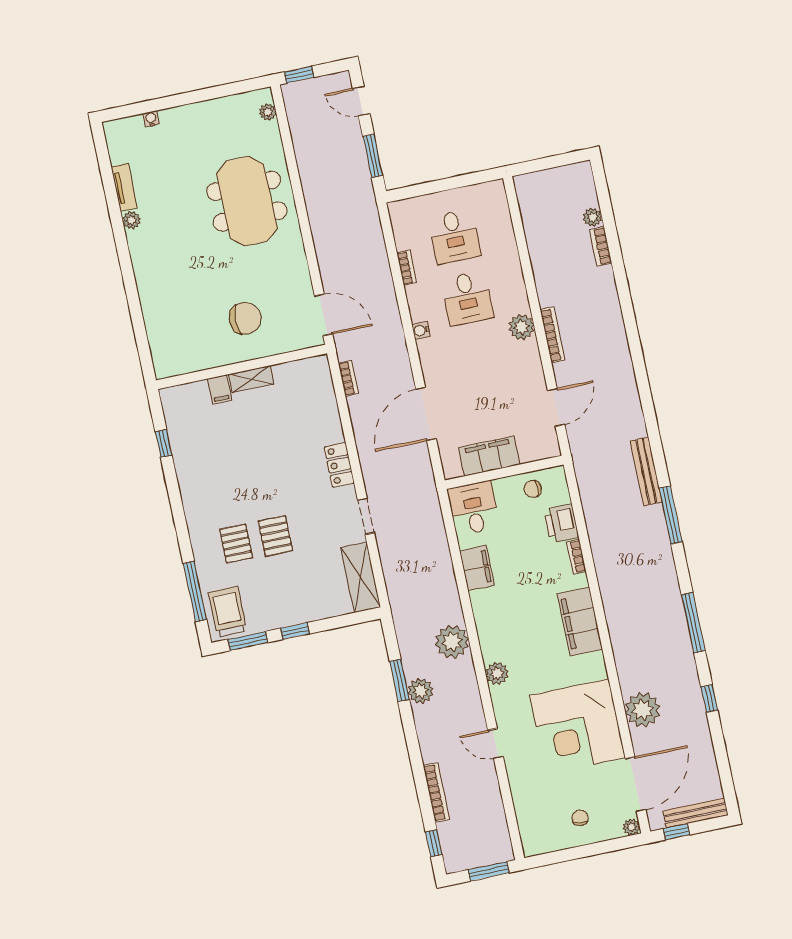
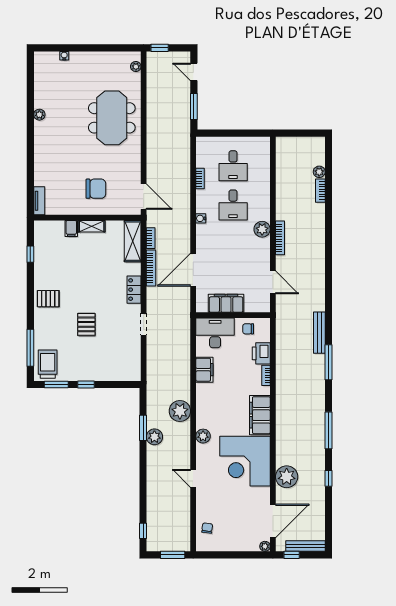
tv unit: (124, 187) -> (39, 201), moved
door: (556, 407) -> (273, 282), hinge flipped
desk: (473, 508) -> (215, 333), width x1.37
pallet: (236, 544) -> (48, 299), moved, turned 90
shelving: (361, 577) -> (133, 241), moved
corner desk: (577, 727) -> (245, 461), moved
bookcase: (436, 792) -> (151, 268), moved
chair: (580, 818) -> (207, 528), moved

